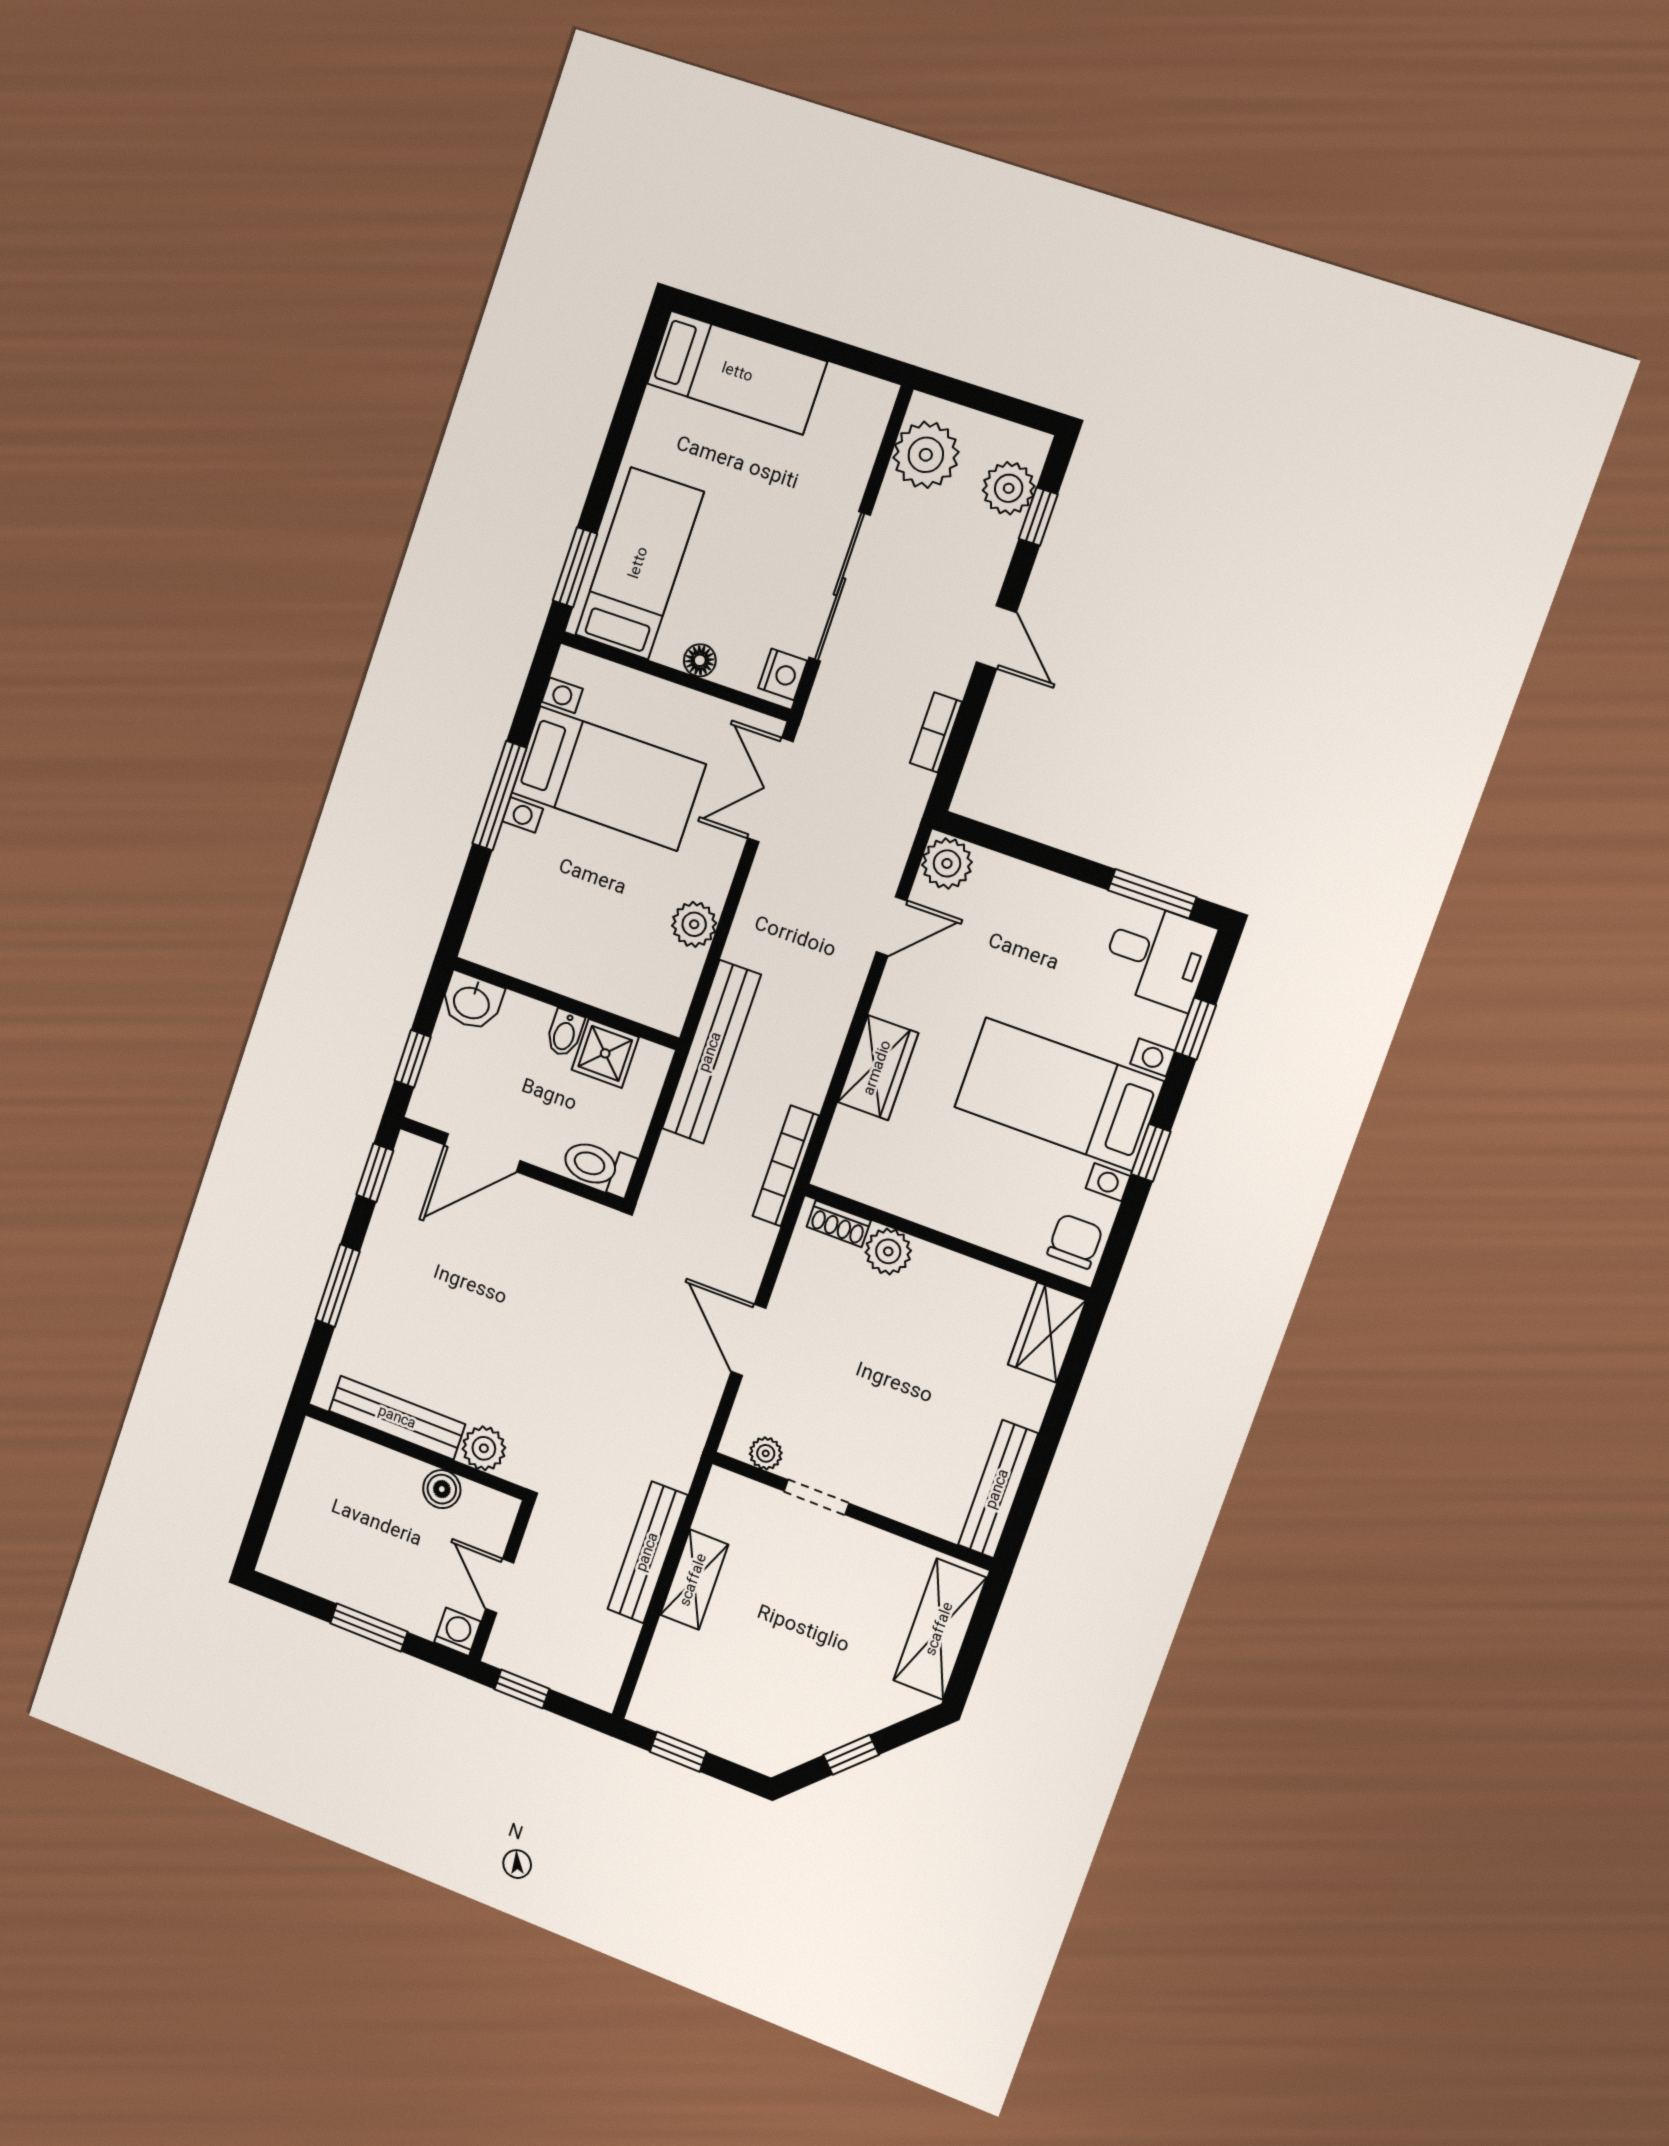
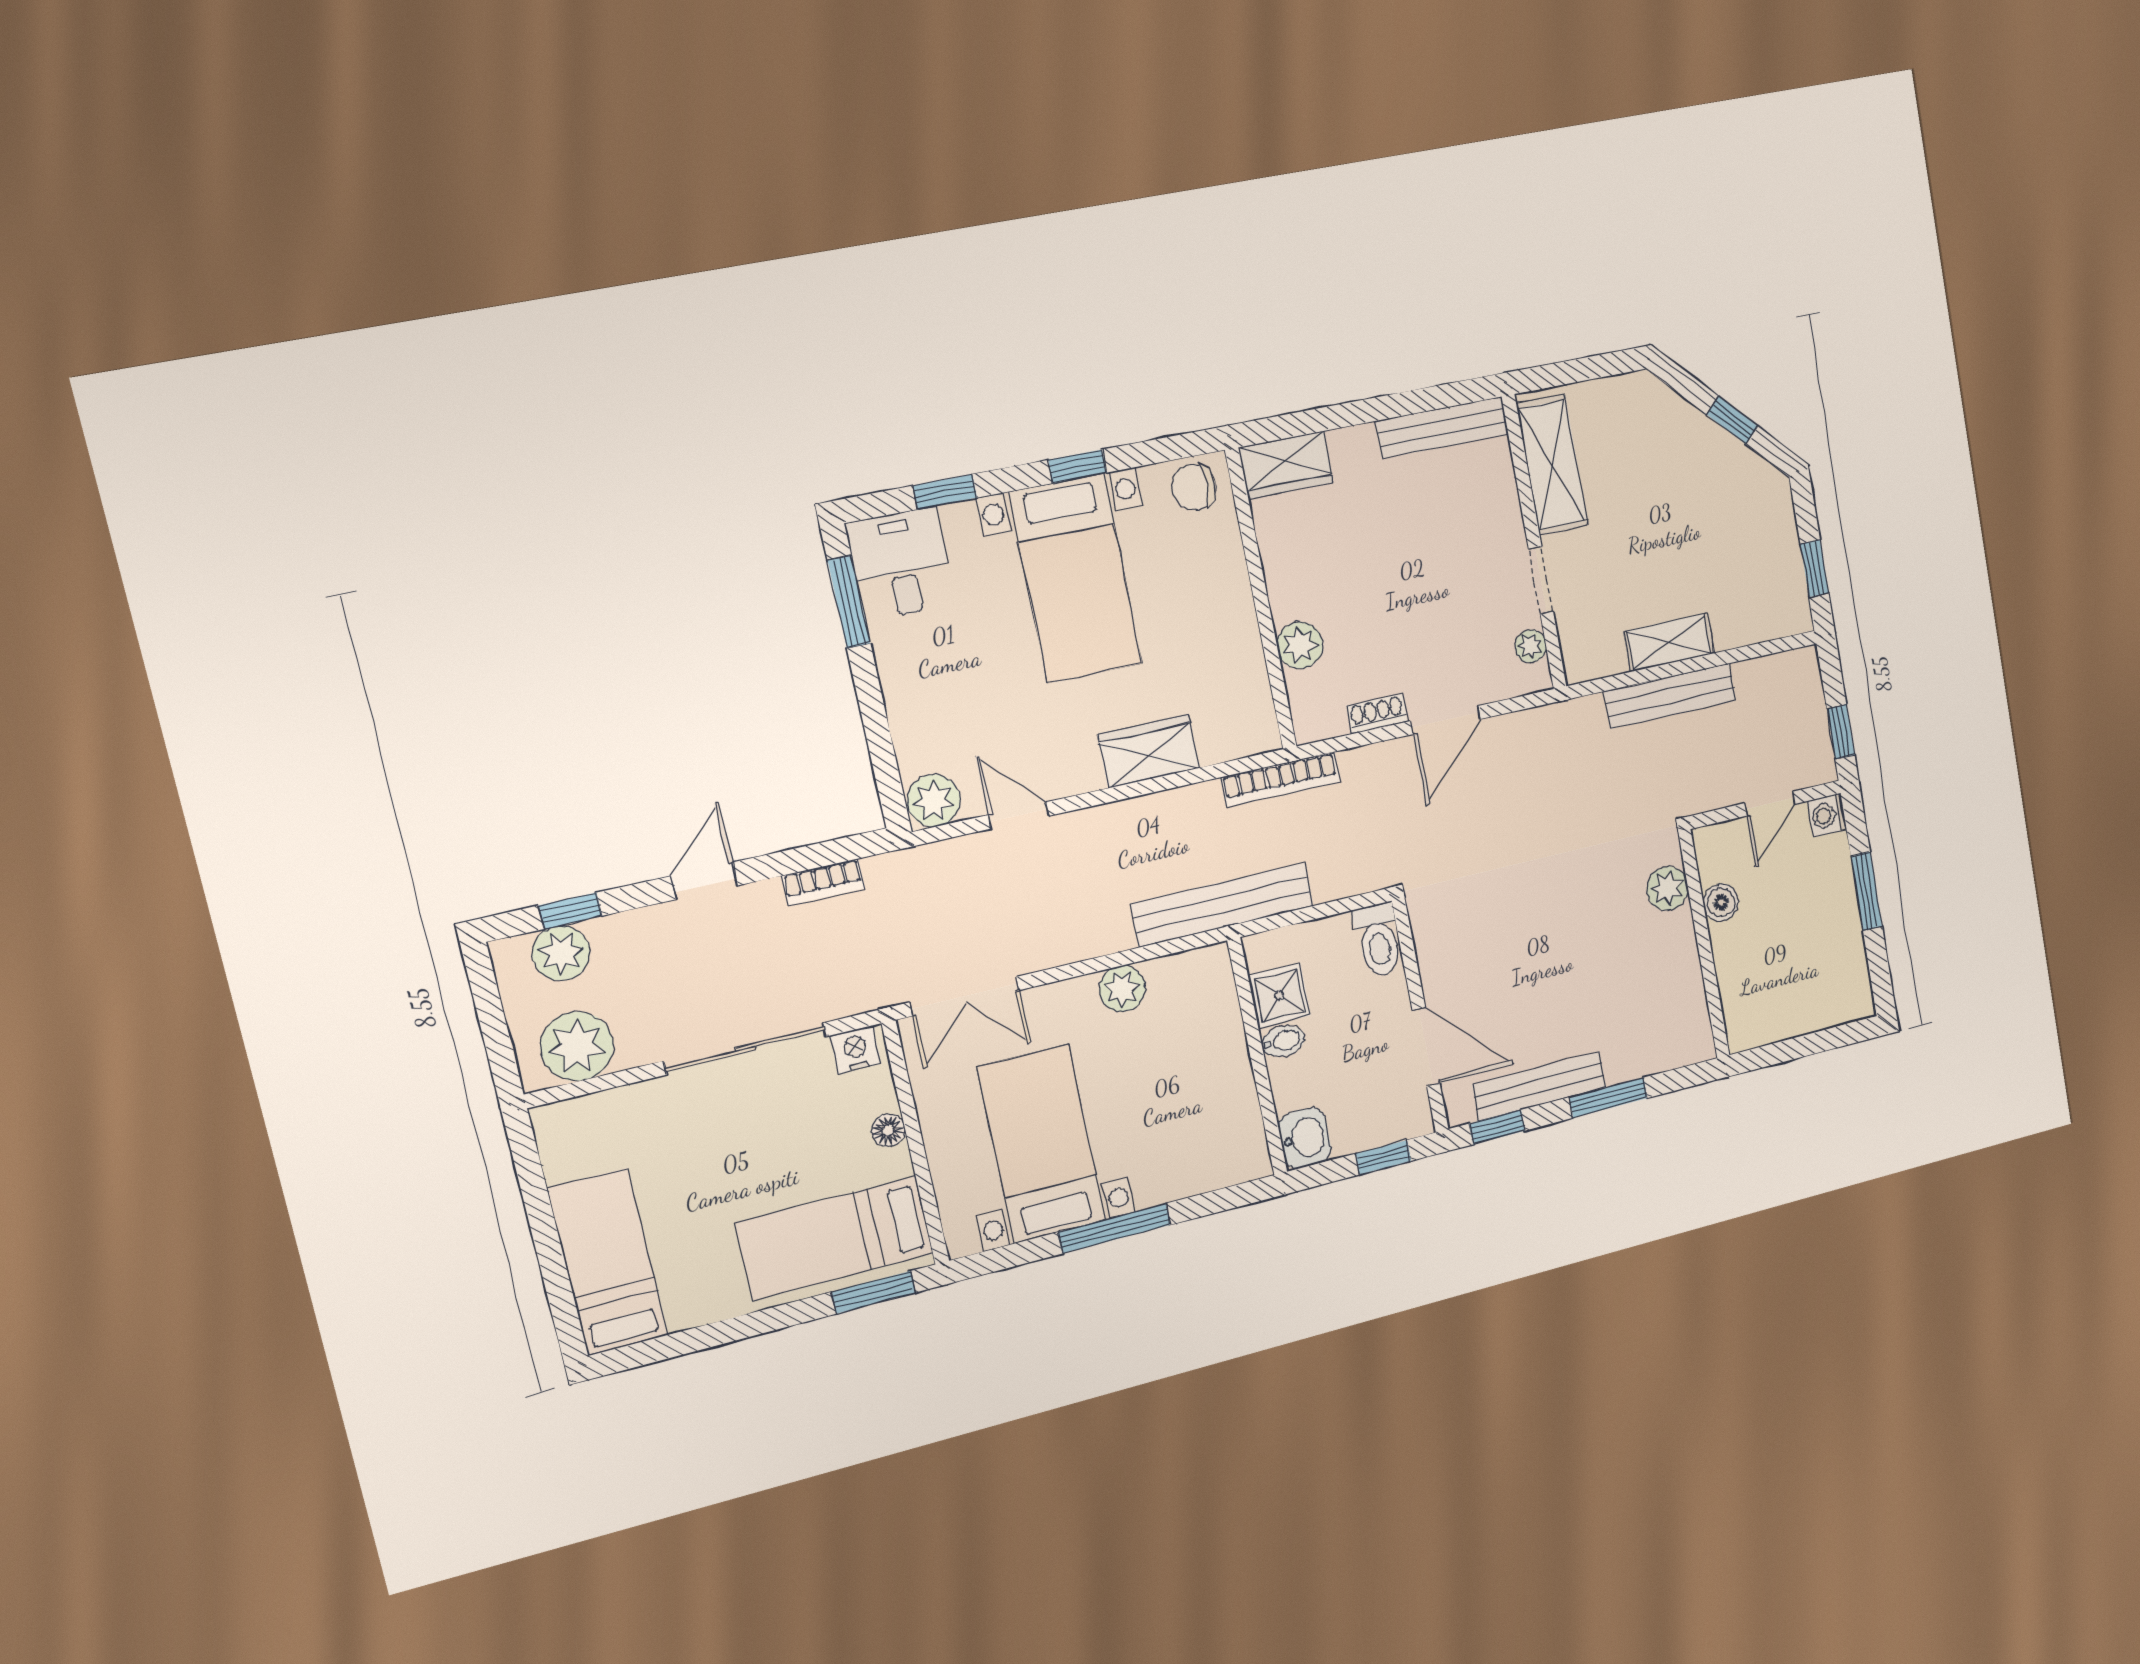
shoe rack: (839, 1224) -> (1377, 714), moved, turned -90
bench: (397, 1418) -> (1539, 1086), moved, turned 90
shelving: (940, 1629) -> (1552, 465), moved, turned 90

